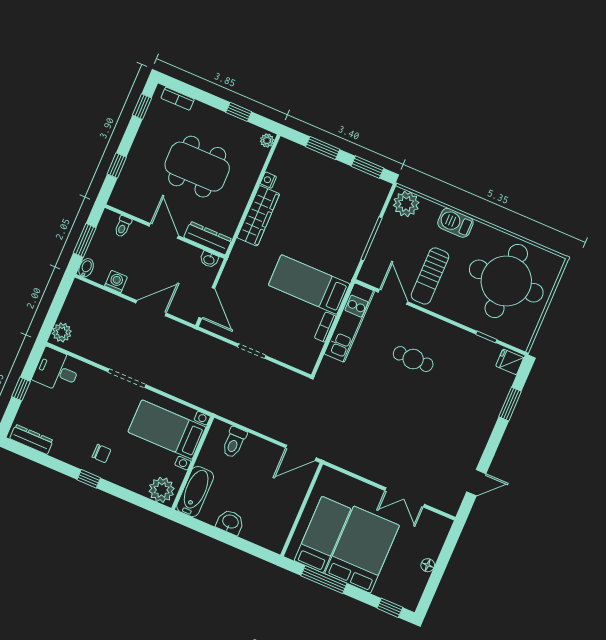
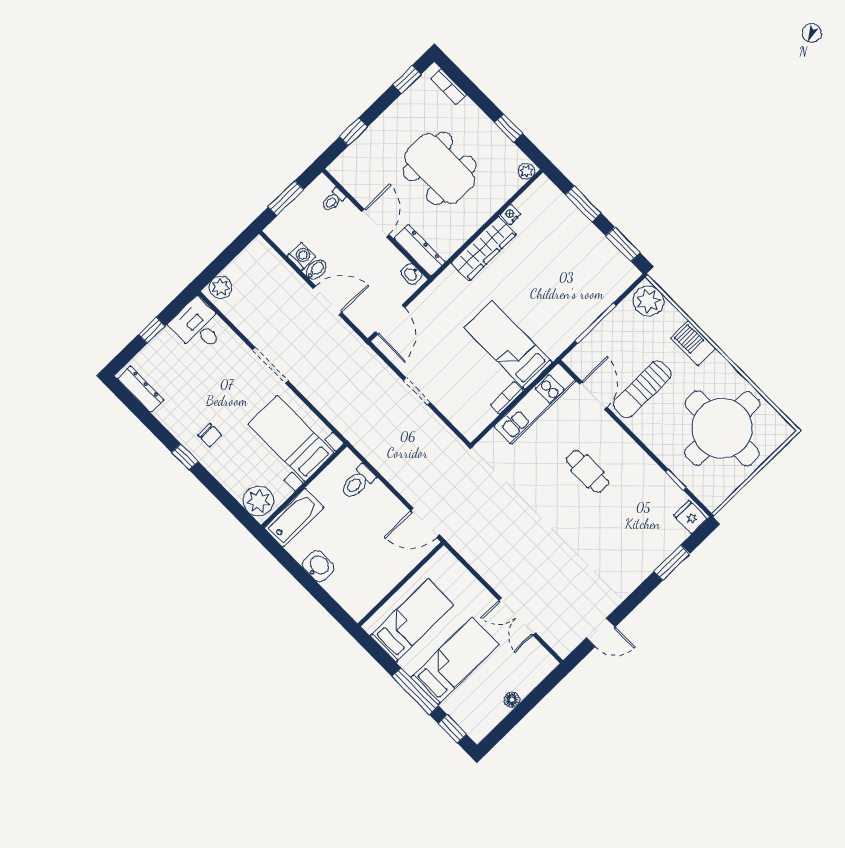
bidet: (86, 268) -> (316, 270), moved
bed: (362, 550) -> (455, 661), width x0.67
window: (324, 580) -> (415, 691), moved

